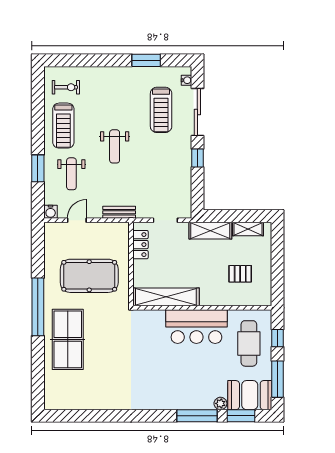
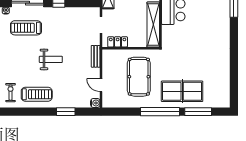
treadmill: (161, 110) -> (26, 28), turned 180
weight bench: (71, 174) -> (69, 89), removed
window: (38, 363) -> (198, 112), added

